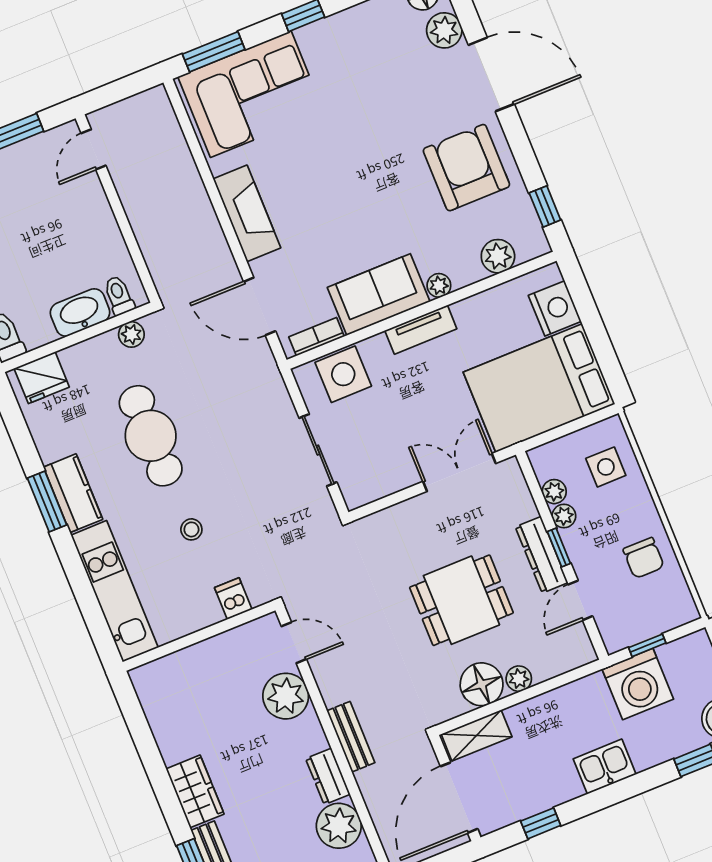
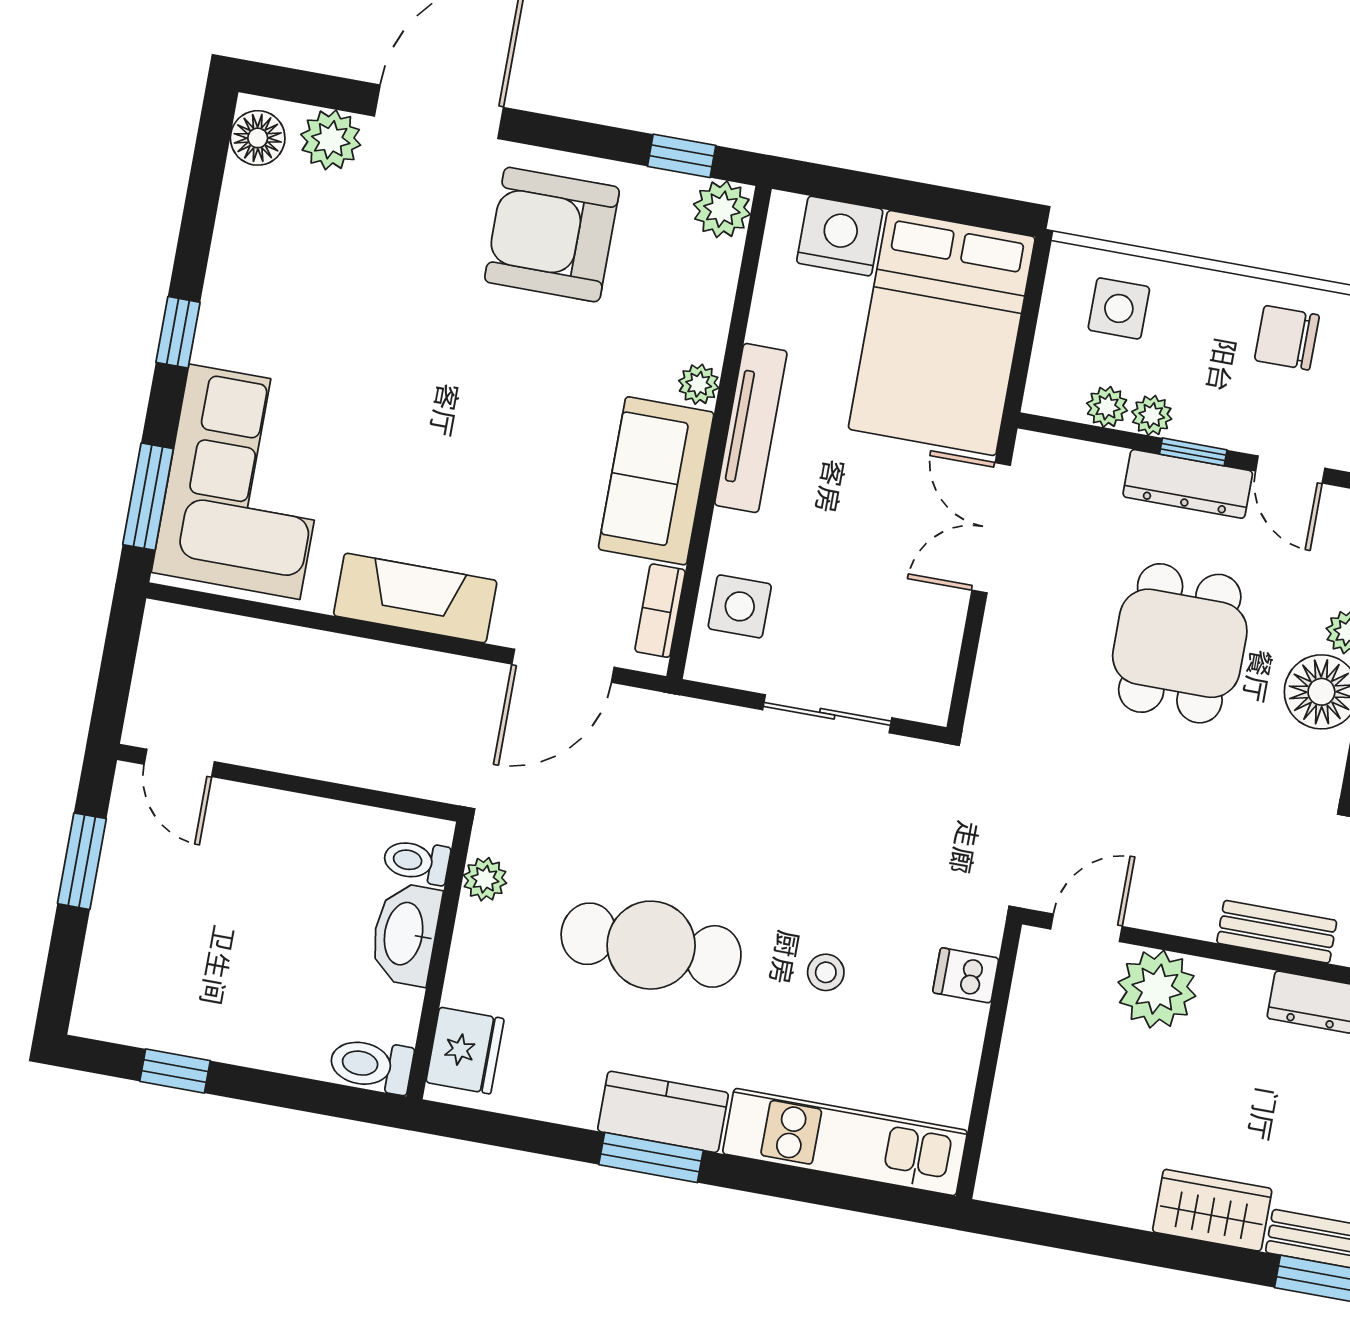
plant: (498, 256) -> (722, 209), moved
tv unit: (421, 330) -> (751, 428), width x1.41
side table: (343, 374) -> (740, 606), width x0.73, depth x0.73
chair: (644, 558) -> (1287, 338), turned 180

